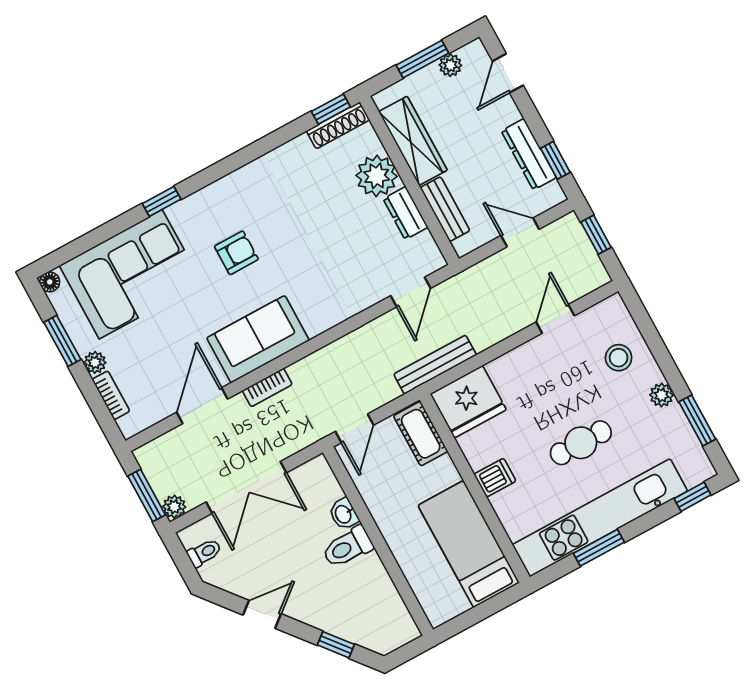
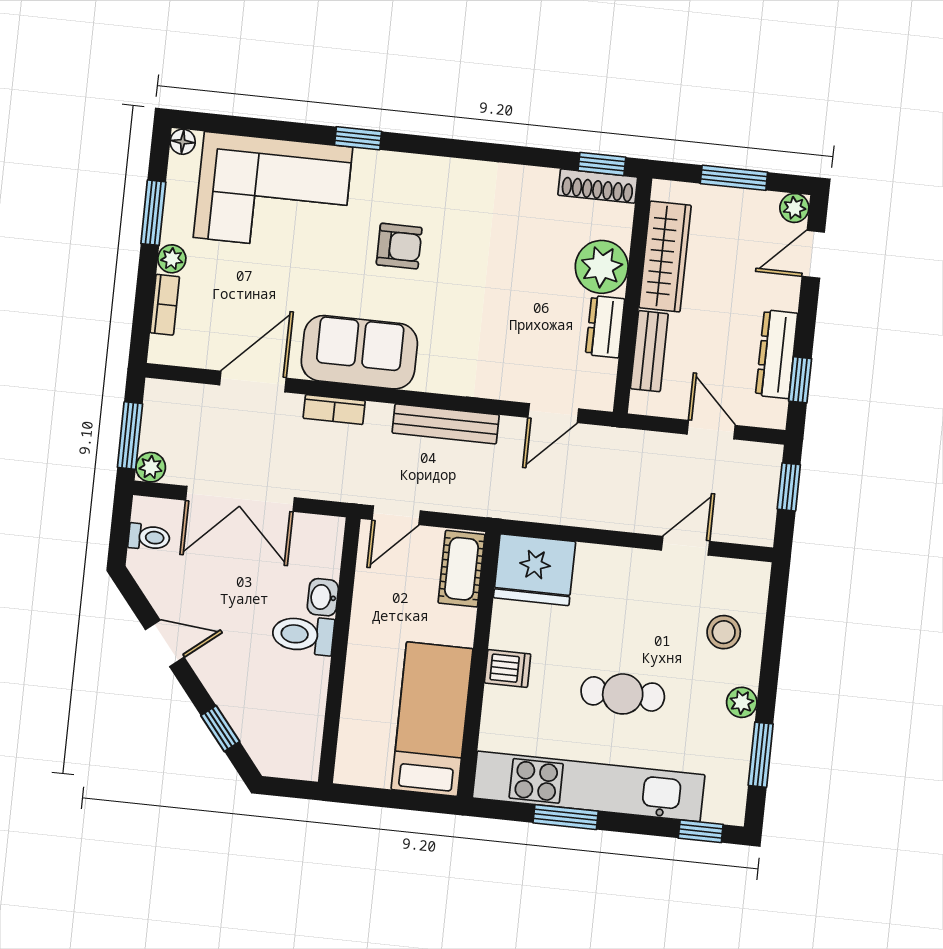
plant: (450, 65) -> (794, 208), moved
bench: (435, 365) -> (446, 424), moved

